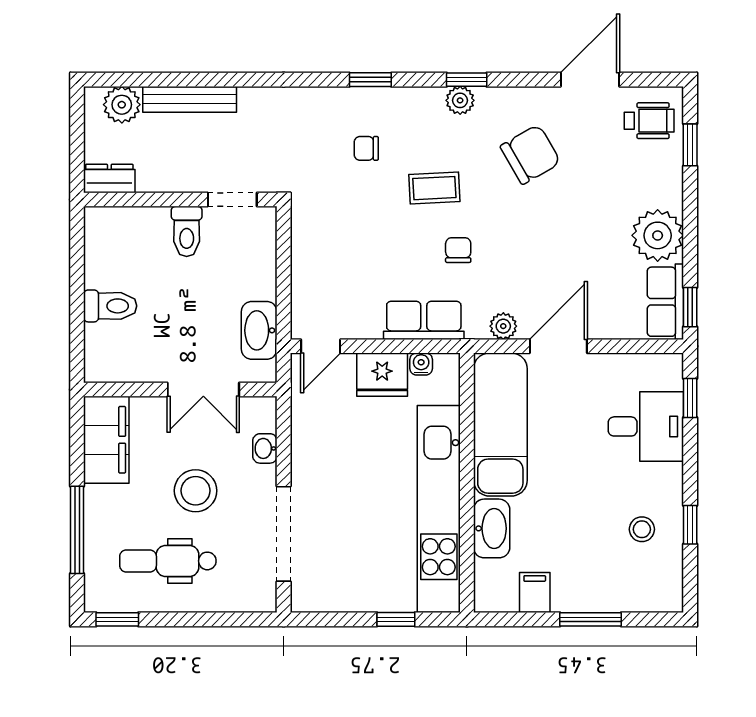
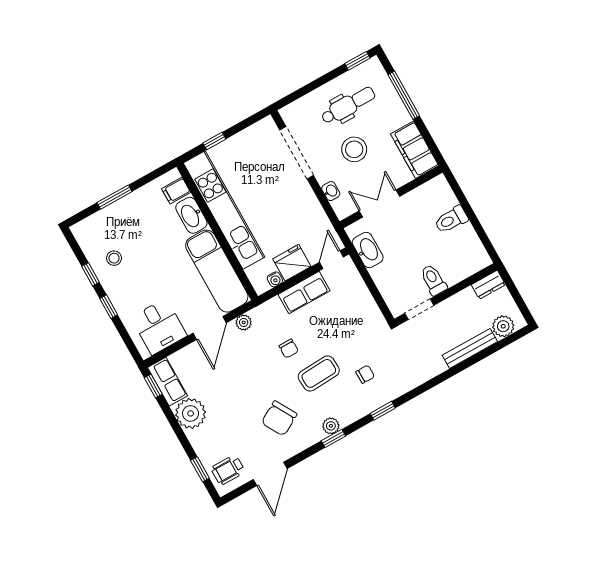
coffee table: (434, 188) -> (319, 373), width x1.36, depth x1.30
row of seats: (424, 320) -> (304, 293), moved
window: (690, 398) -> (109, 307), moved
desk: (646, 426) -> (159, 327), moved, turned -90
filing cabinet: (535, 593) -> (176, 191), moved, turned 90

